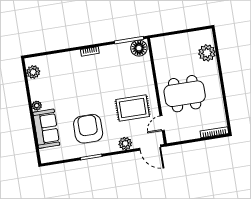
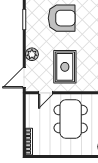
door: (162, 123) -> (46, 93), swing flipped
armchair: (88, 129) -> (62, 18), moved

